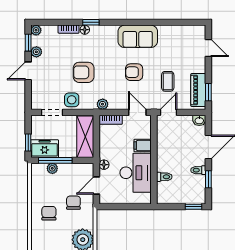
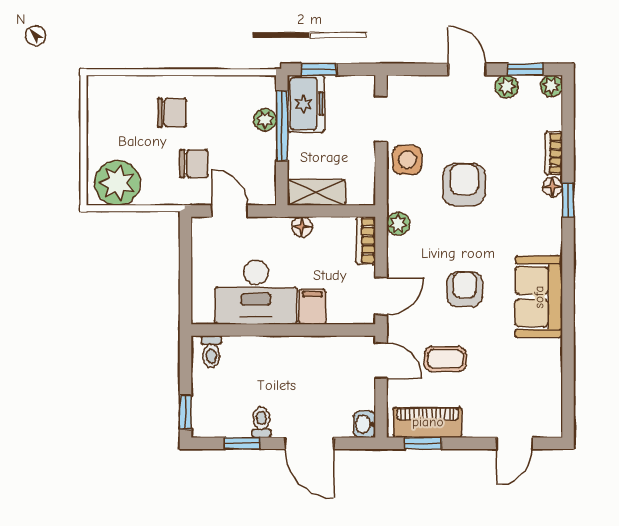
shelving: (85, 137) -> (316, 192), width x0.67, depth x0.75
floor lamp: (104, 165) -> (302, 227), moved
toilet: (164, 177) -> (211, 352), moved

